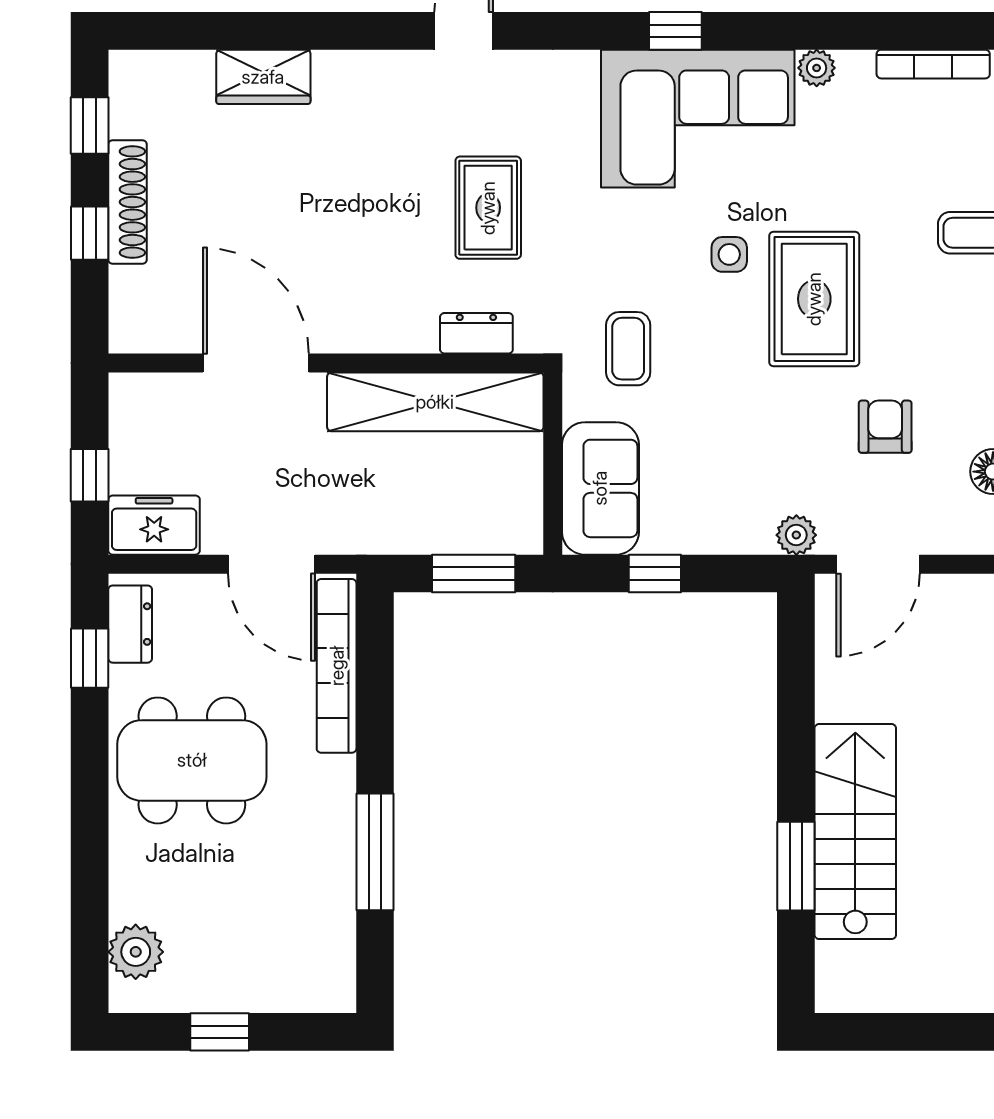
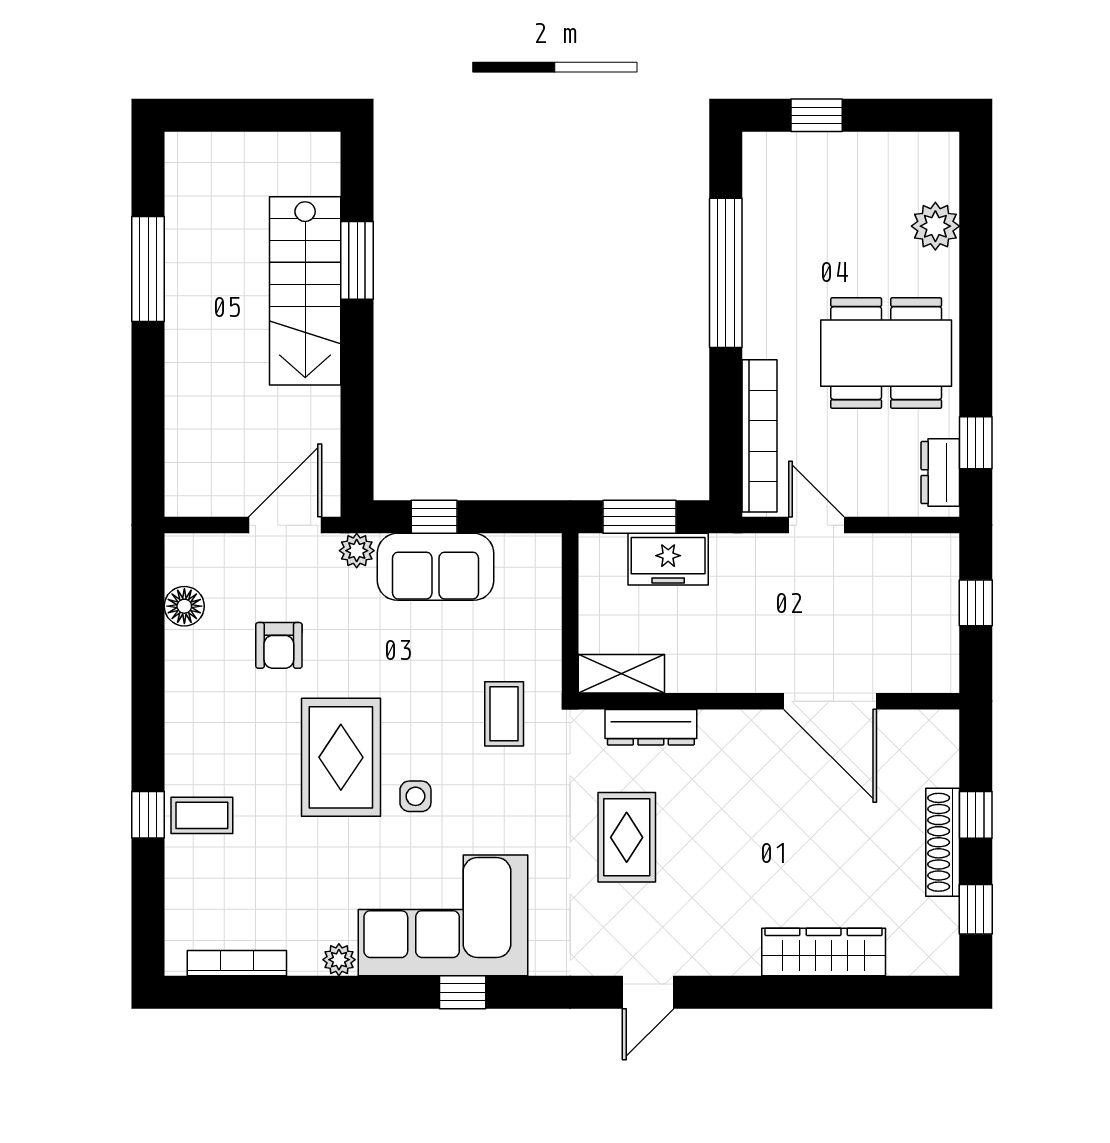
wardrobe: (263, 77) -> (824, 952), width x1.50
dresser: (476, 333) -> (651, 727), width x1.44
shelving: (435, 402) -> (621, 674), width x0.45, depth x0.75
sofa: (600, 488) -> (435, 567), moved, turned -90
freezer: (154, 525) -> (668, 559), moved
door: (272, 564) -> (816, 525), width x0.73
window: (655, 574) -> (434, 517), moved
window: (375, 852) -> (726, 273), width x1.46
plant: (136, 952) -> (935, 226), moved
window: (220, 1032) -> (817, 115), moved

